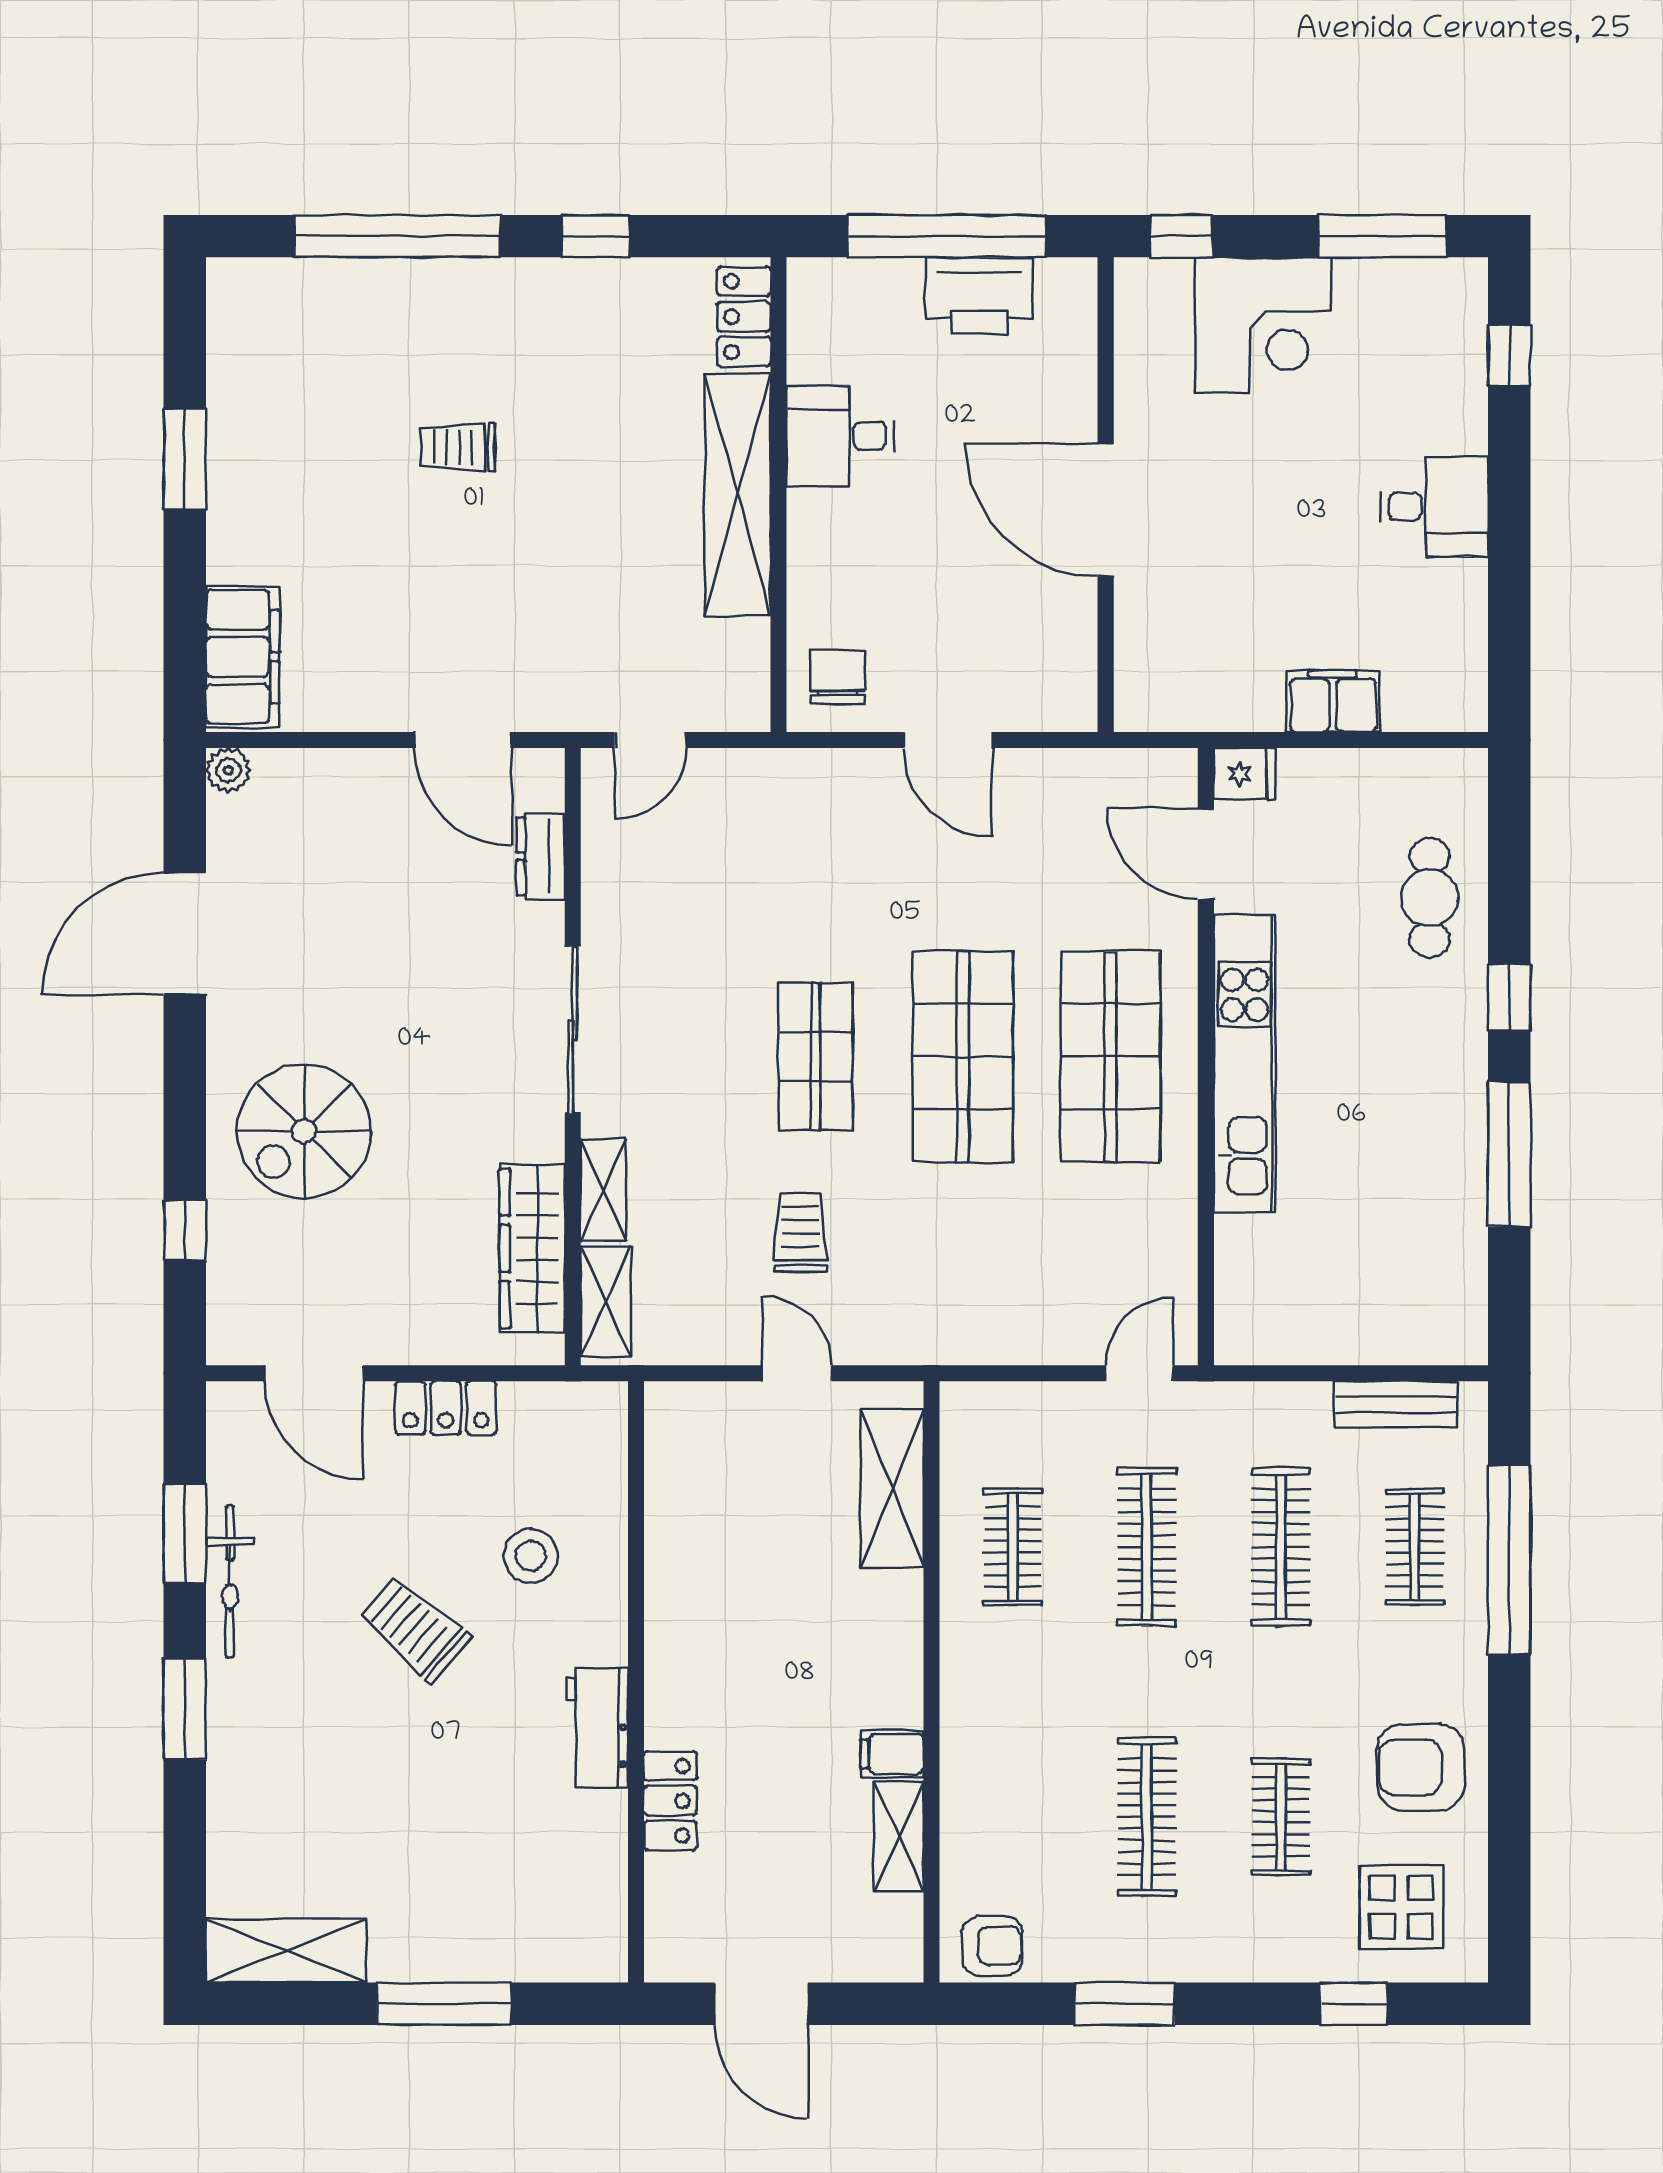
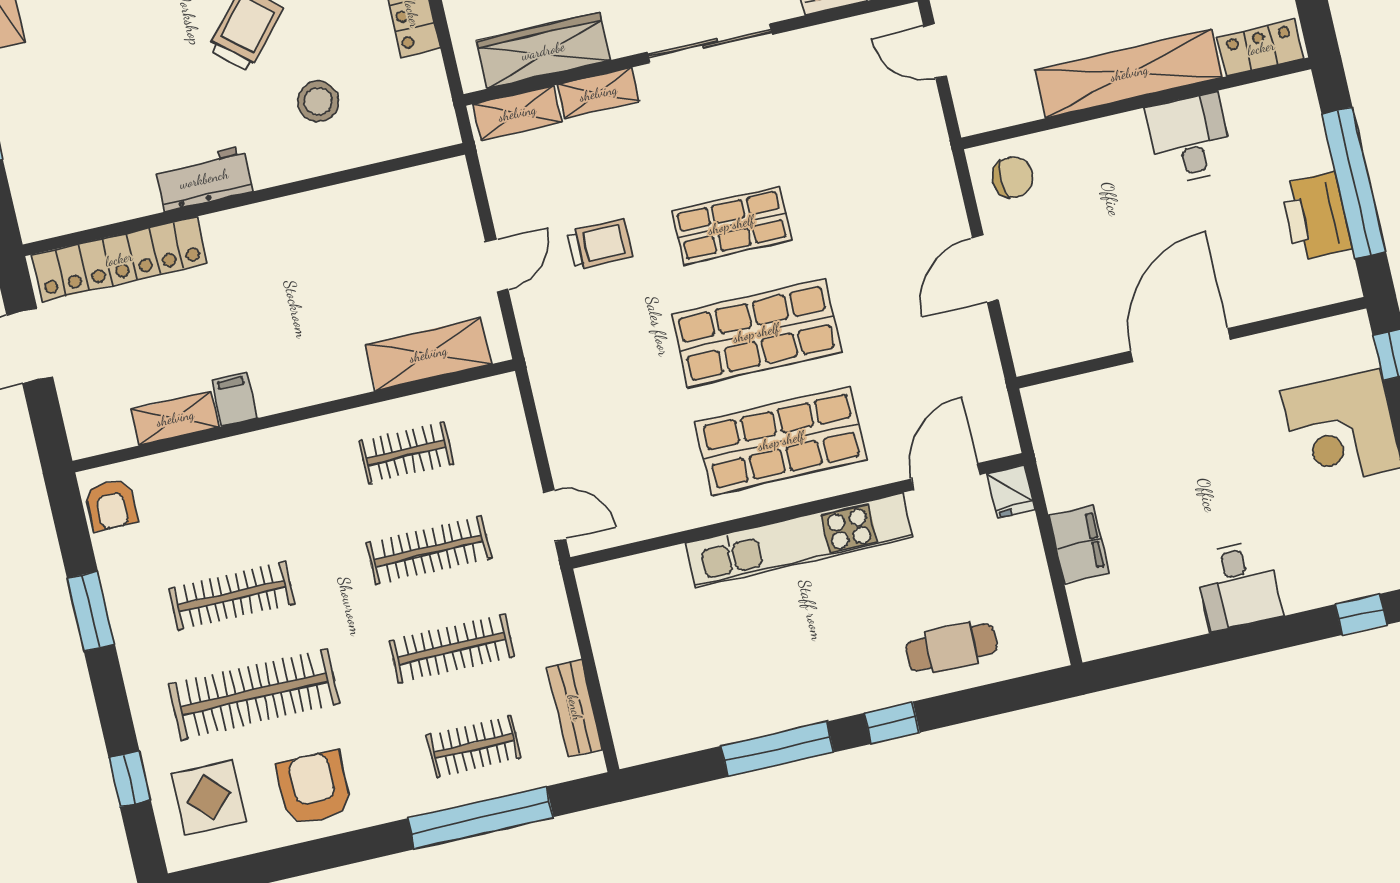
locker: (670, 1801) -> (119, 259), width x2.16, depth x1.21
clothes rail: (1281, 1817) -> (254, 694), width x1.86, depth x1.31

